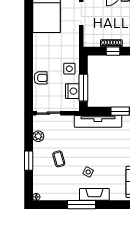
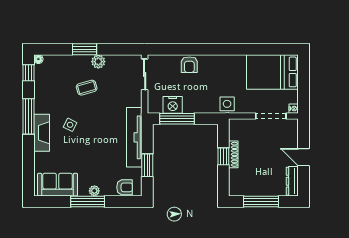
side table: (69, 69) -> (227, 104), moved
plant: (38, 136) -> (98, 62), moved
window: (47, 205) -> (29, 73), added

